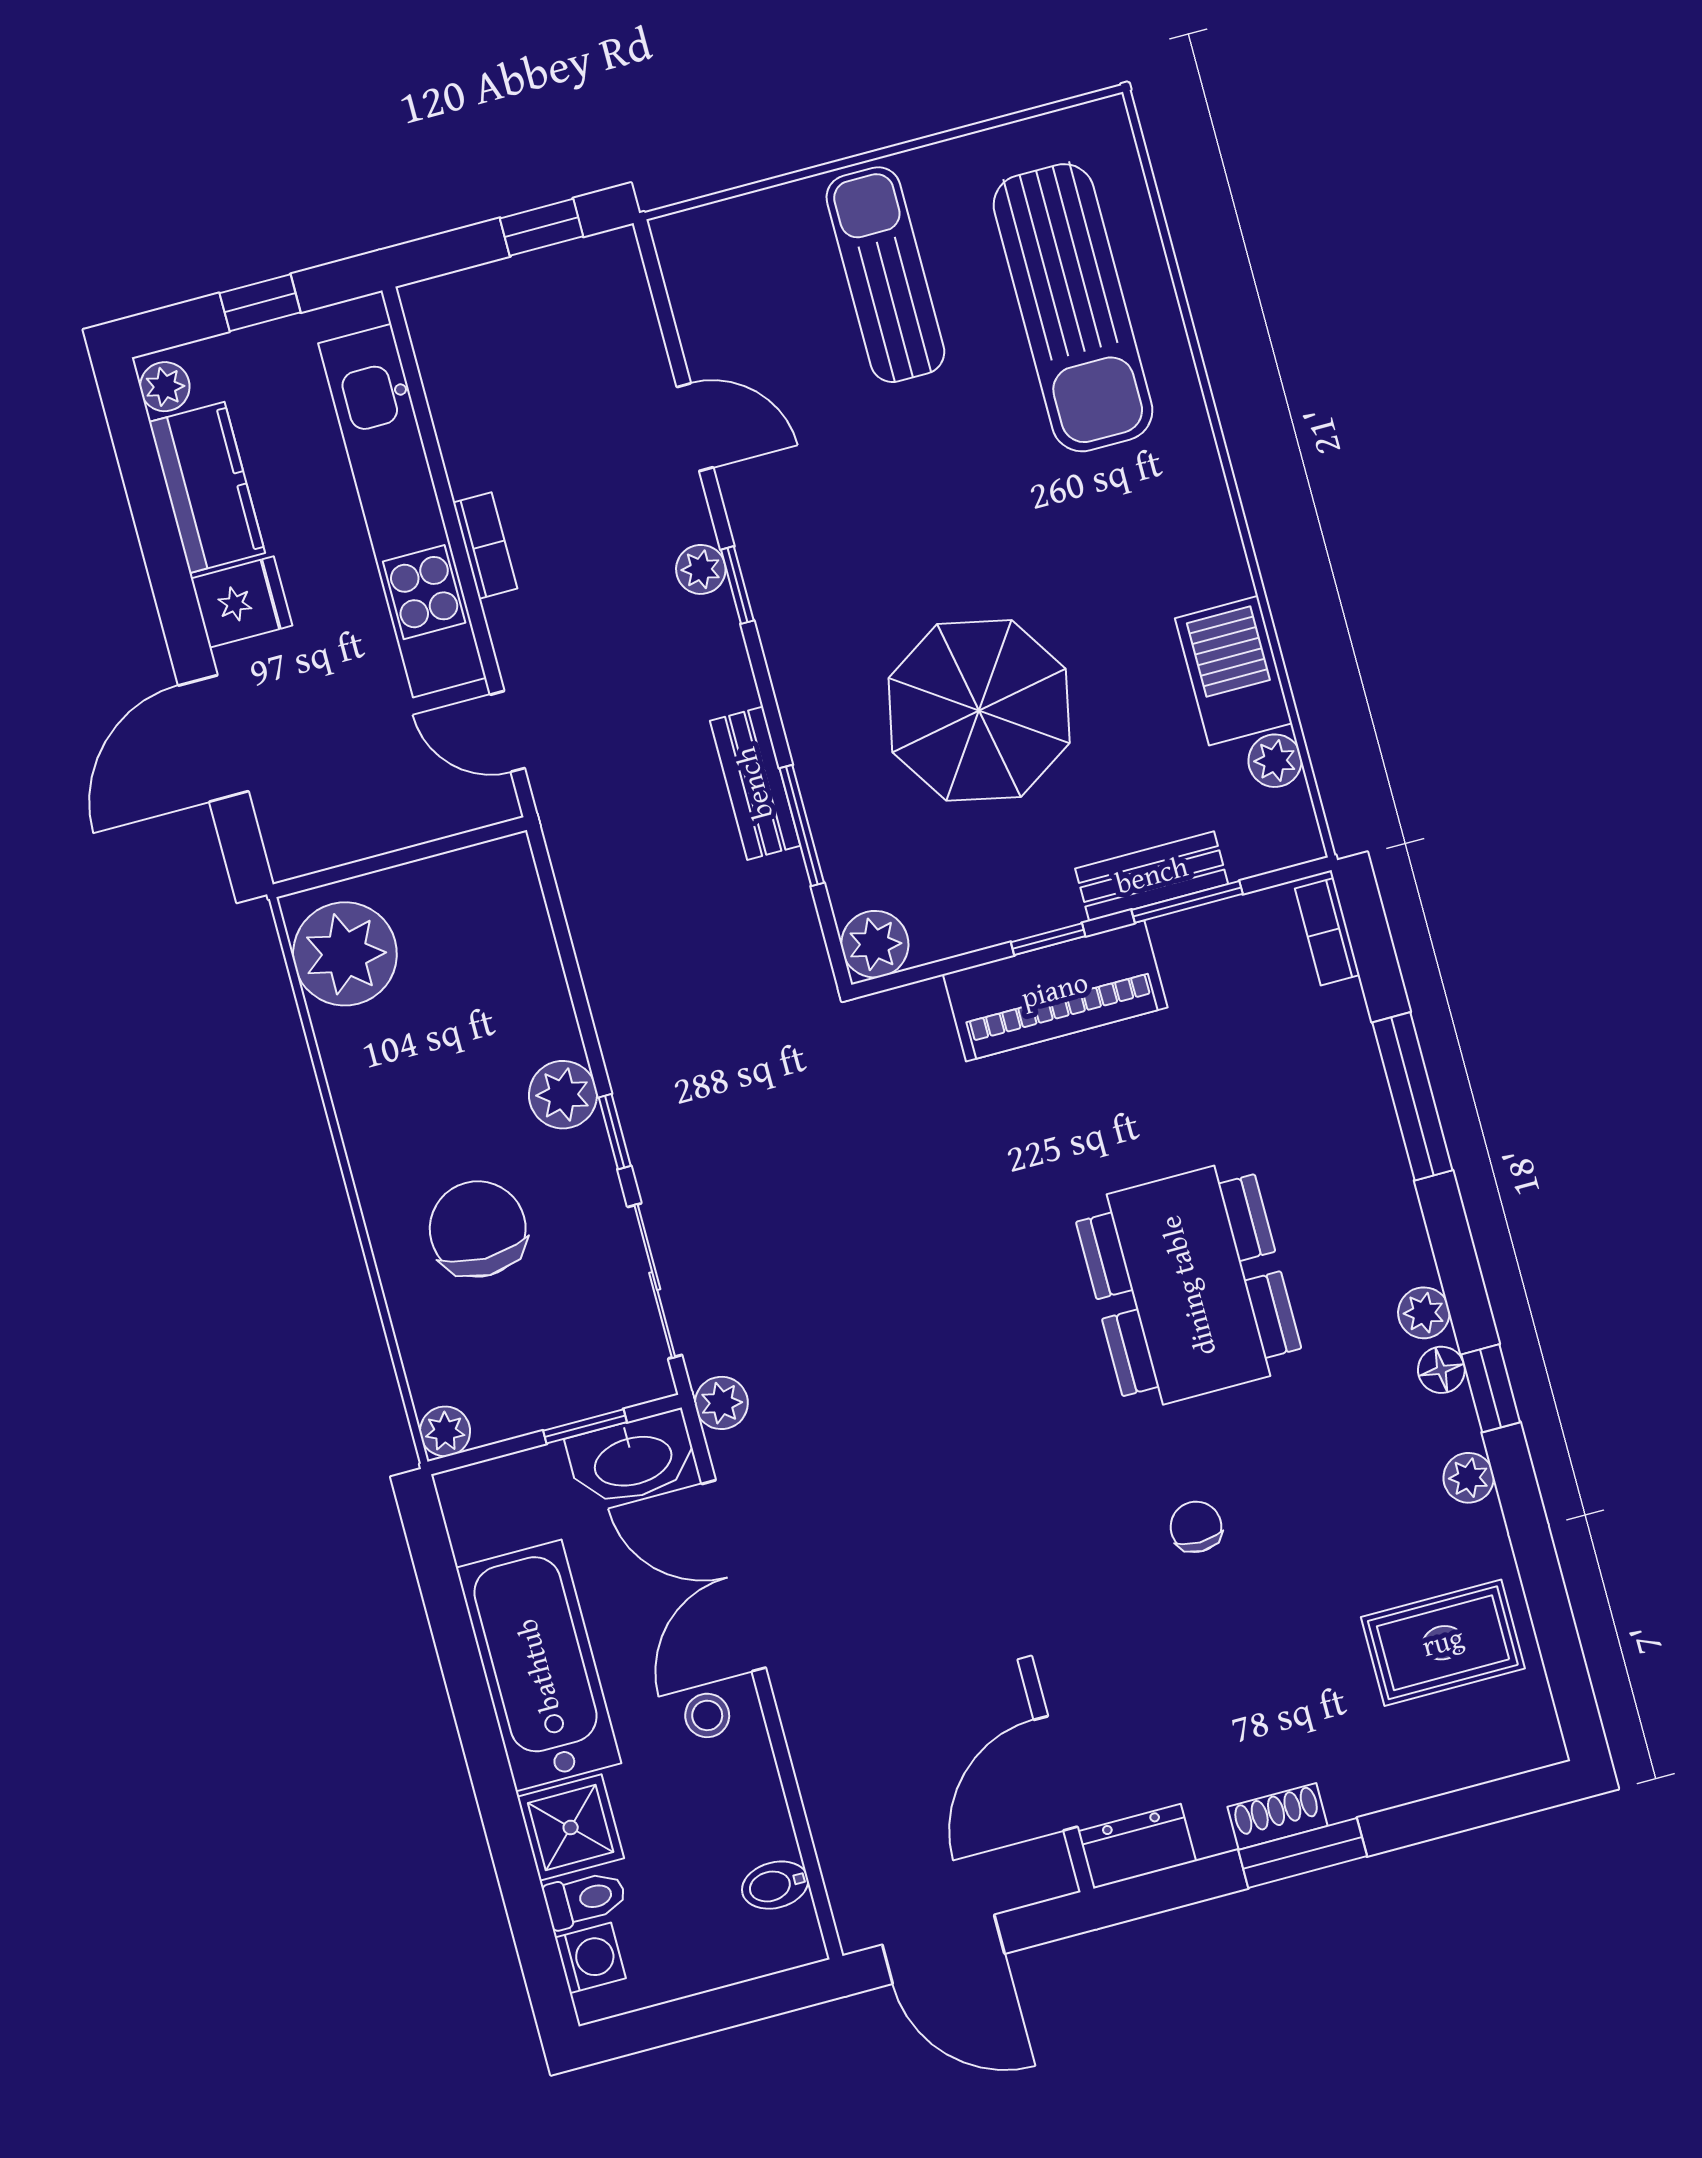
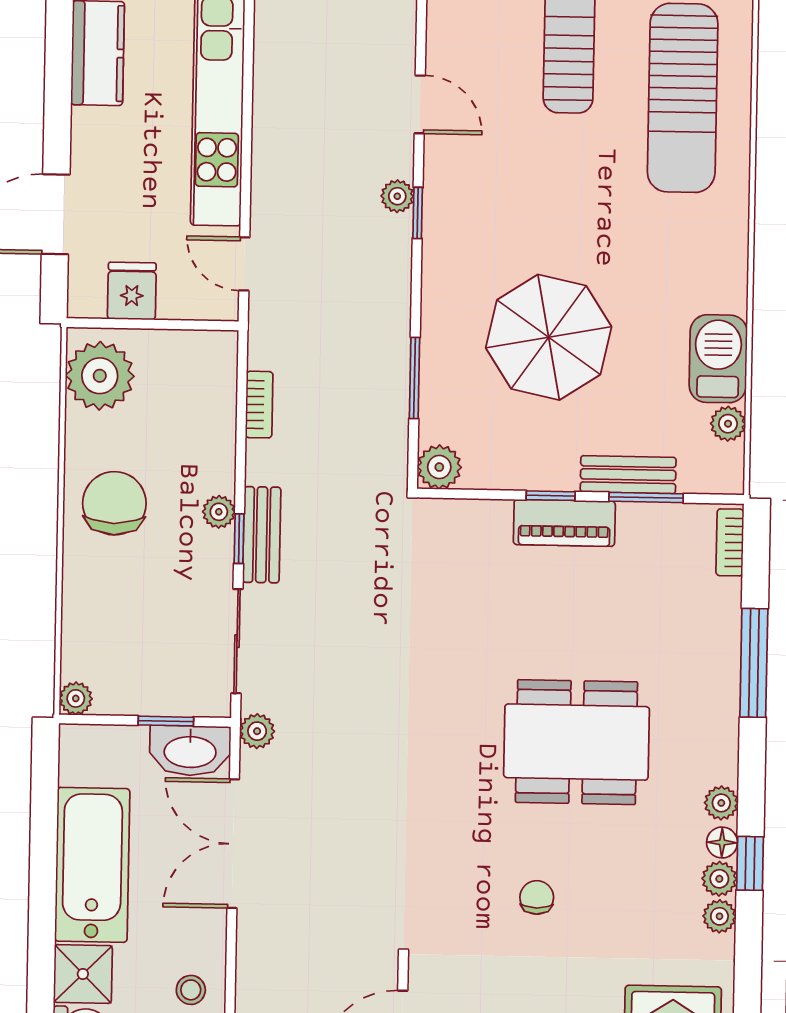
bookcase: (485, 546) -> (259, 405), moved
fridge: (242, 602) -> (132, 291), moved, turned -90
bench: (755, 783) -> (262, 535), moved
piano: (1055, 991) -> (564, 523), width x0.73, depth x0.75
plant: (563, 1095) -> (219, 512), width x0.73, depth x0.73
chair: (478, 1229) -> (114, 503), moved
dining table: (1189, 1285) -> (576, 742), turned 90
plant: (1453, 1424) -> (719, 879), added
stool: (707, 1715) -> (191, 990), moved

